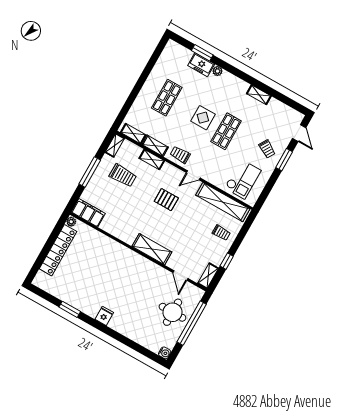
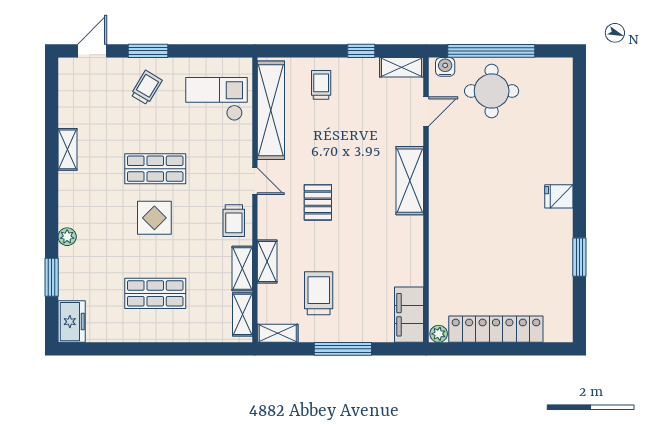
freezer: (201, 65) -> (72, 322), moved
water cooler: (165, 353) -> (445, 67), moved

